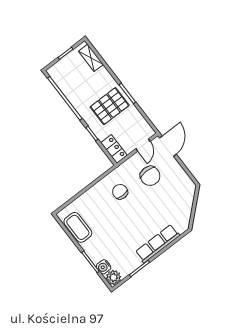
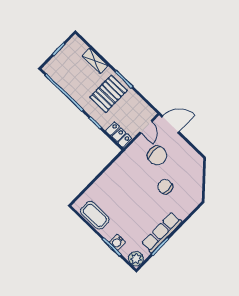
shelving: (91, 58) -> (95, 61), moved
door: (168, 146) -> (170, 124), hinge flipped
chair: (120, 192) -> (165, 187), moved
row of seats: (158, 244) -> (162, 232), moved
water cooler: (104, 267) -> (117, 242), moved

